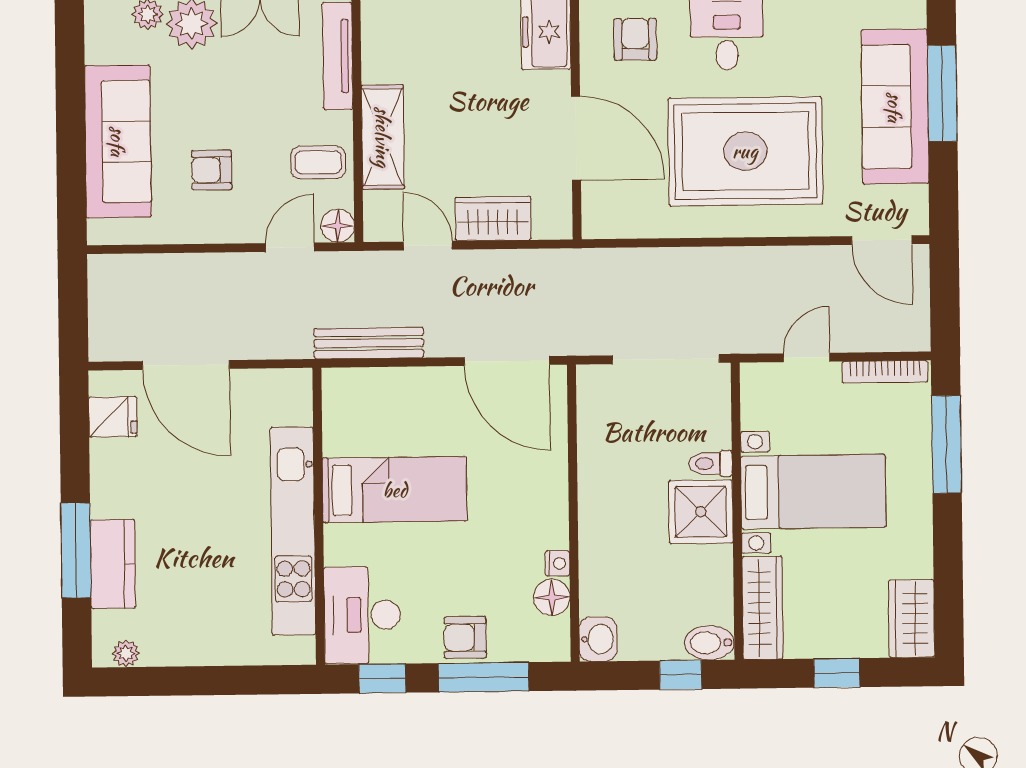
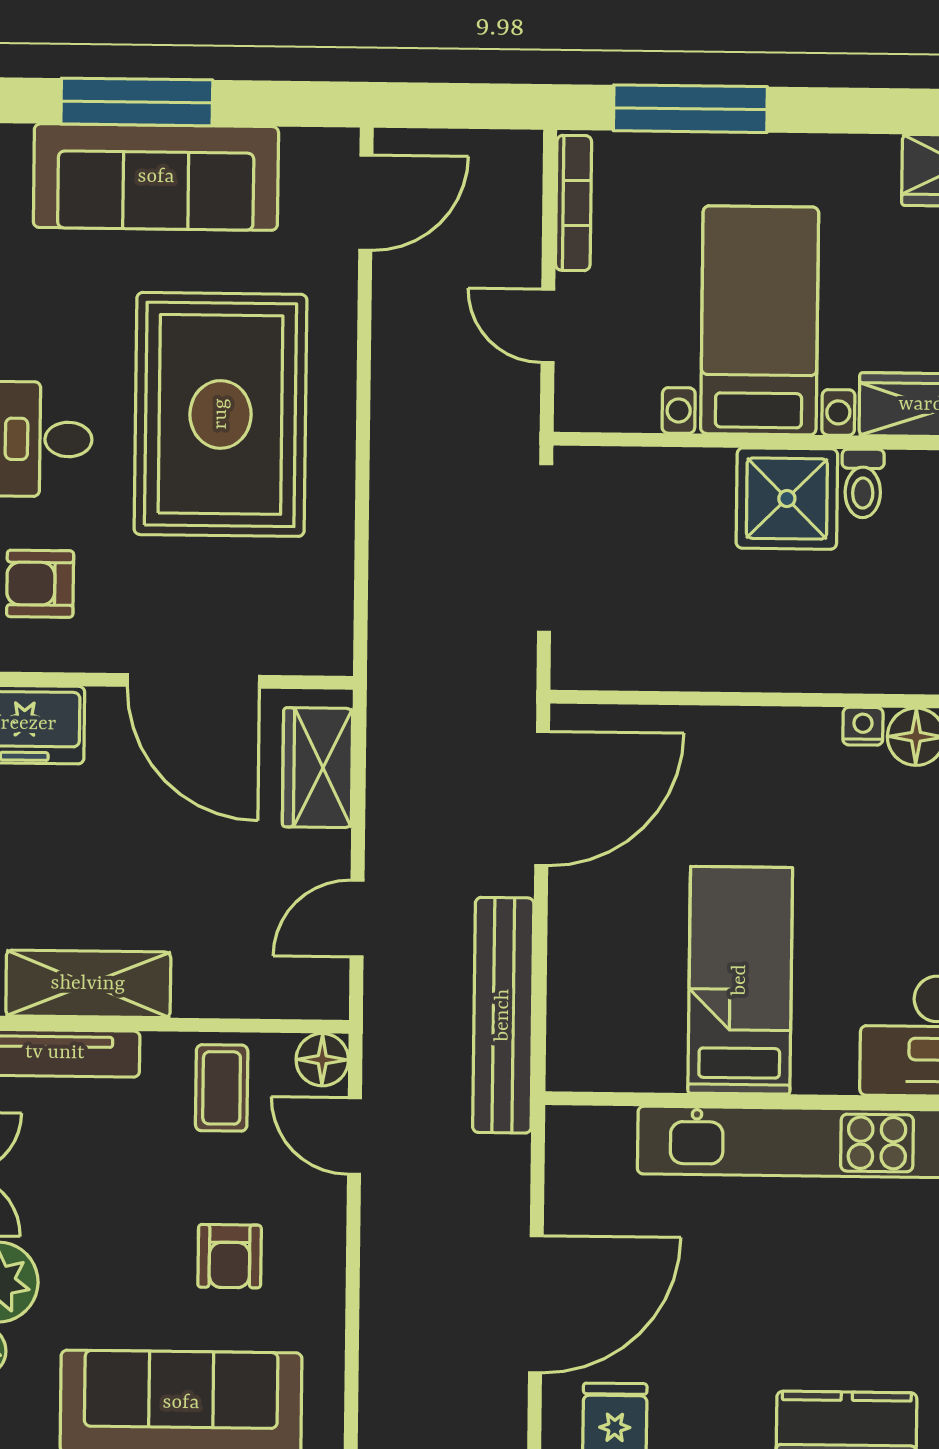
shelving: (383, 137) -> (88, 984), moved
door: (576, 138) -> (193, 681), swing flipped
wardrobe: (493, 219) -> (317, 768), moved
bench: (369, 343) -> (503, 1015), width x1.37, depth x1.21
toilet: (710, 463) -> (863, 483), moved

